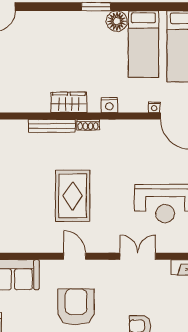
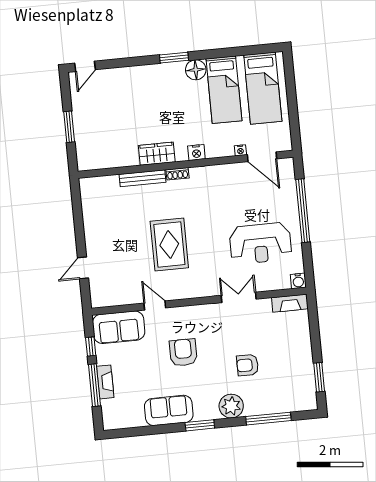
door: (75, 256) -> (155, 306), moved
armchair: (76, 307) -> (183, 352), width x0.73, depth x0.73

